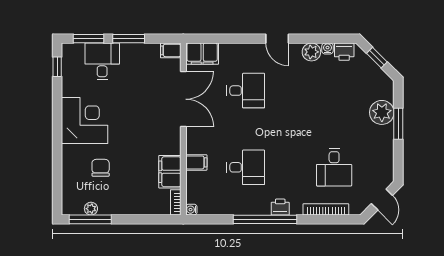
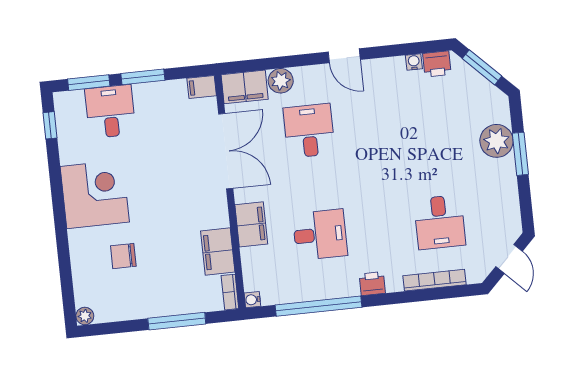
plant: (311, 52) -> (281, 81), moved
window: (377, 58) -> (482, 67), width x1.50
desk: (246, 91) -> (309, 131), turned -90
filing cabinet: (196, 162) -> (251, 224), width x2.00
chair: (101, 168) -> (123, 256), turned -90
plant: (91, 209) -> (85, 316), moved
window: (90, 219) -> (177, 321), moved
window: (265, 219) -> (319, 306), moved

